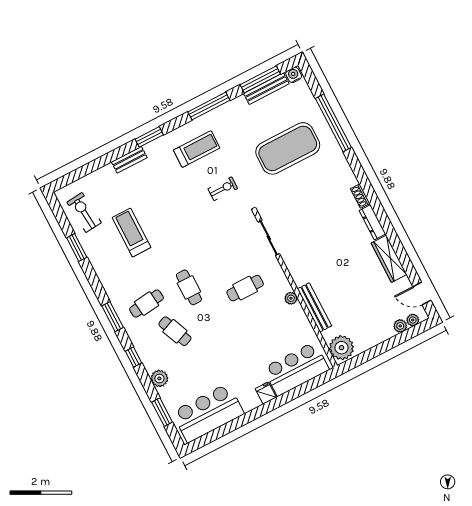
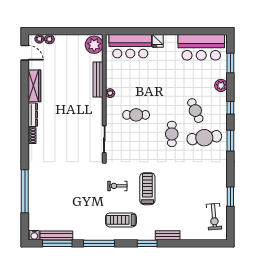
exercise mat: (288, 148) -> (62, 190), removed
treadmill: (131, 233) -> (147, 189), moved, turned 180
cafe table: (147, 304) -> (204, 138), width x1.37, depth x1.35

